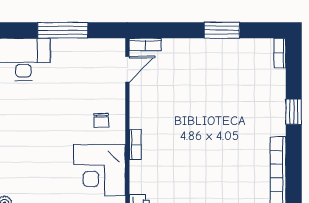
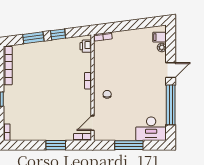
window: (222, 30) -> (56, 145), moved
corner desk: (100, 170) -> (108, 66), removed

